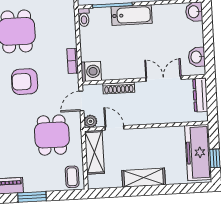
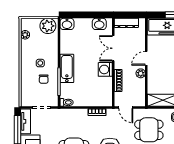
washing machine: (91, 71) -> (105, 69), moved, turned -90
plant: (90, 121) -> (141, 73), moved
door: (114, 128) -> (146, 58), moved

